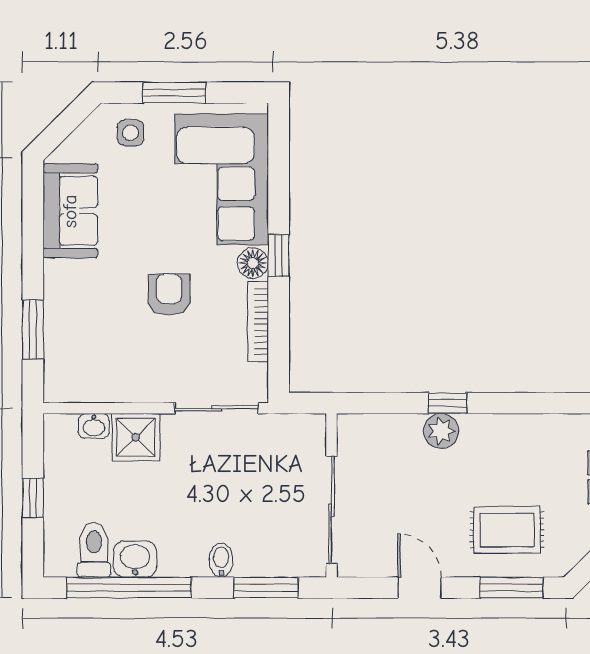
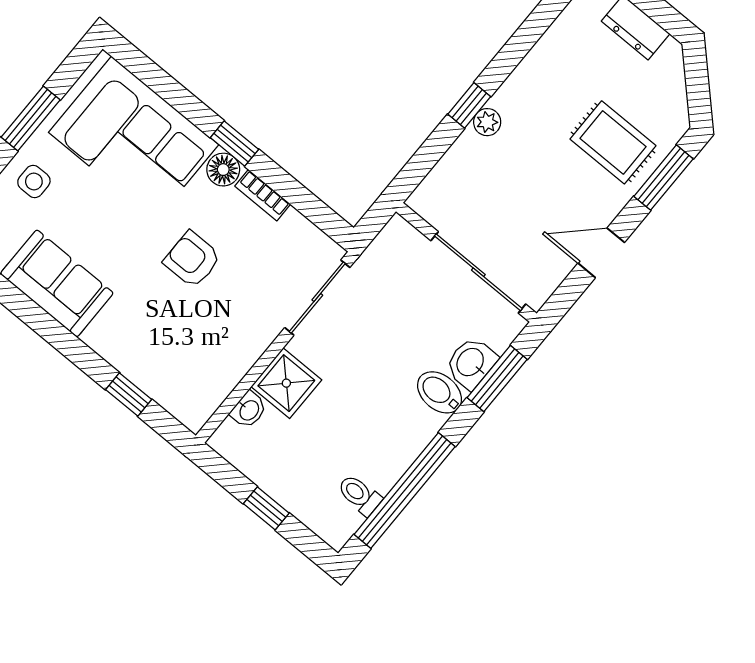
bookcase: (258, 322) -> (263, 195), width x0.64
window: (33, 330) -> (129, 394), width x0.67
plant: (441, 431) -> (487, 122), width x0.73, depth x0.73
rug: (507, 530) -> (613, 142), turned 90
toilet: (94, 550) -> (359, 495), width x0.73, depth x0.72
washbasin: (135, 559) -> (471, 363), moved
bidet: (221, 560) -> (440, 392), width x1.38, depth x1.36

